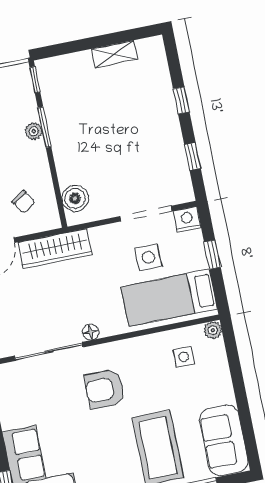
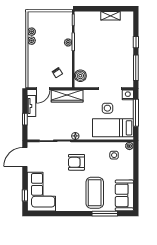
window: (193, 157) -> (136, 68), width x2.17
window: (212, 255) -> (136, 113), width x2.17

